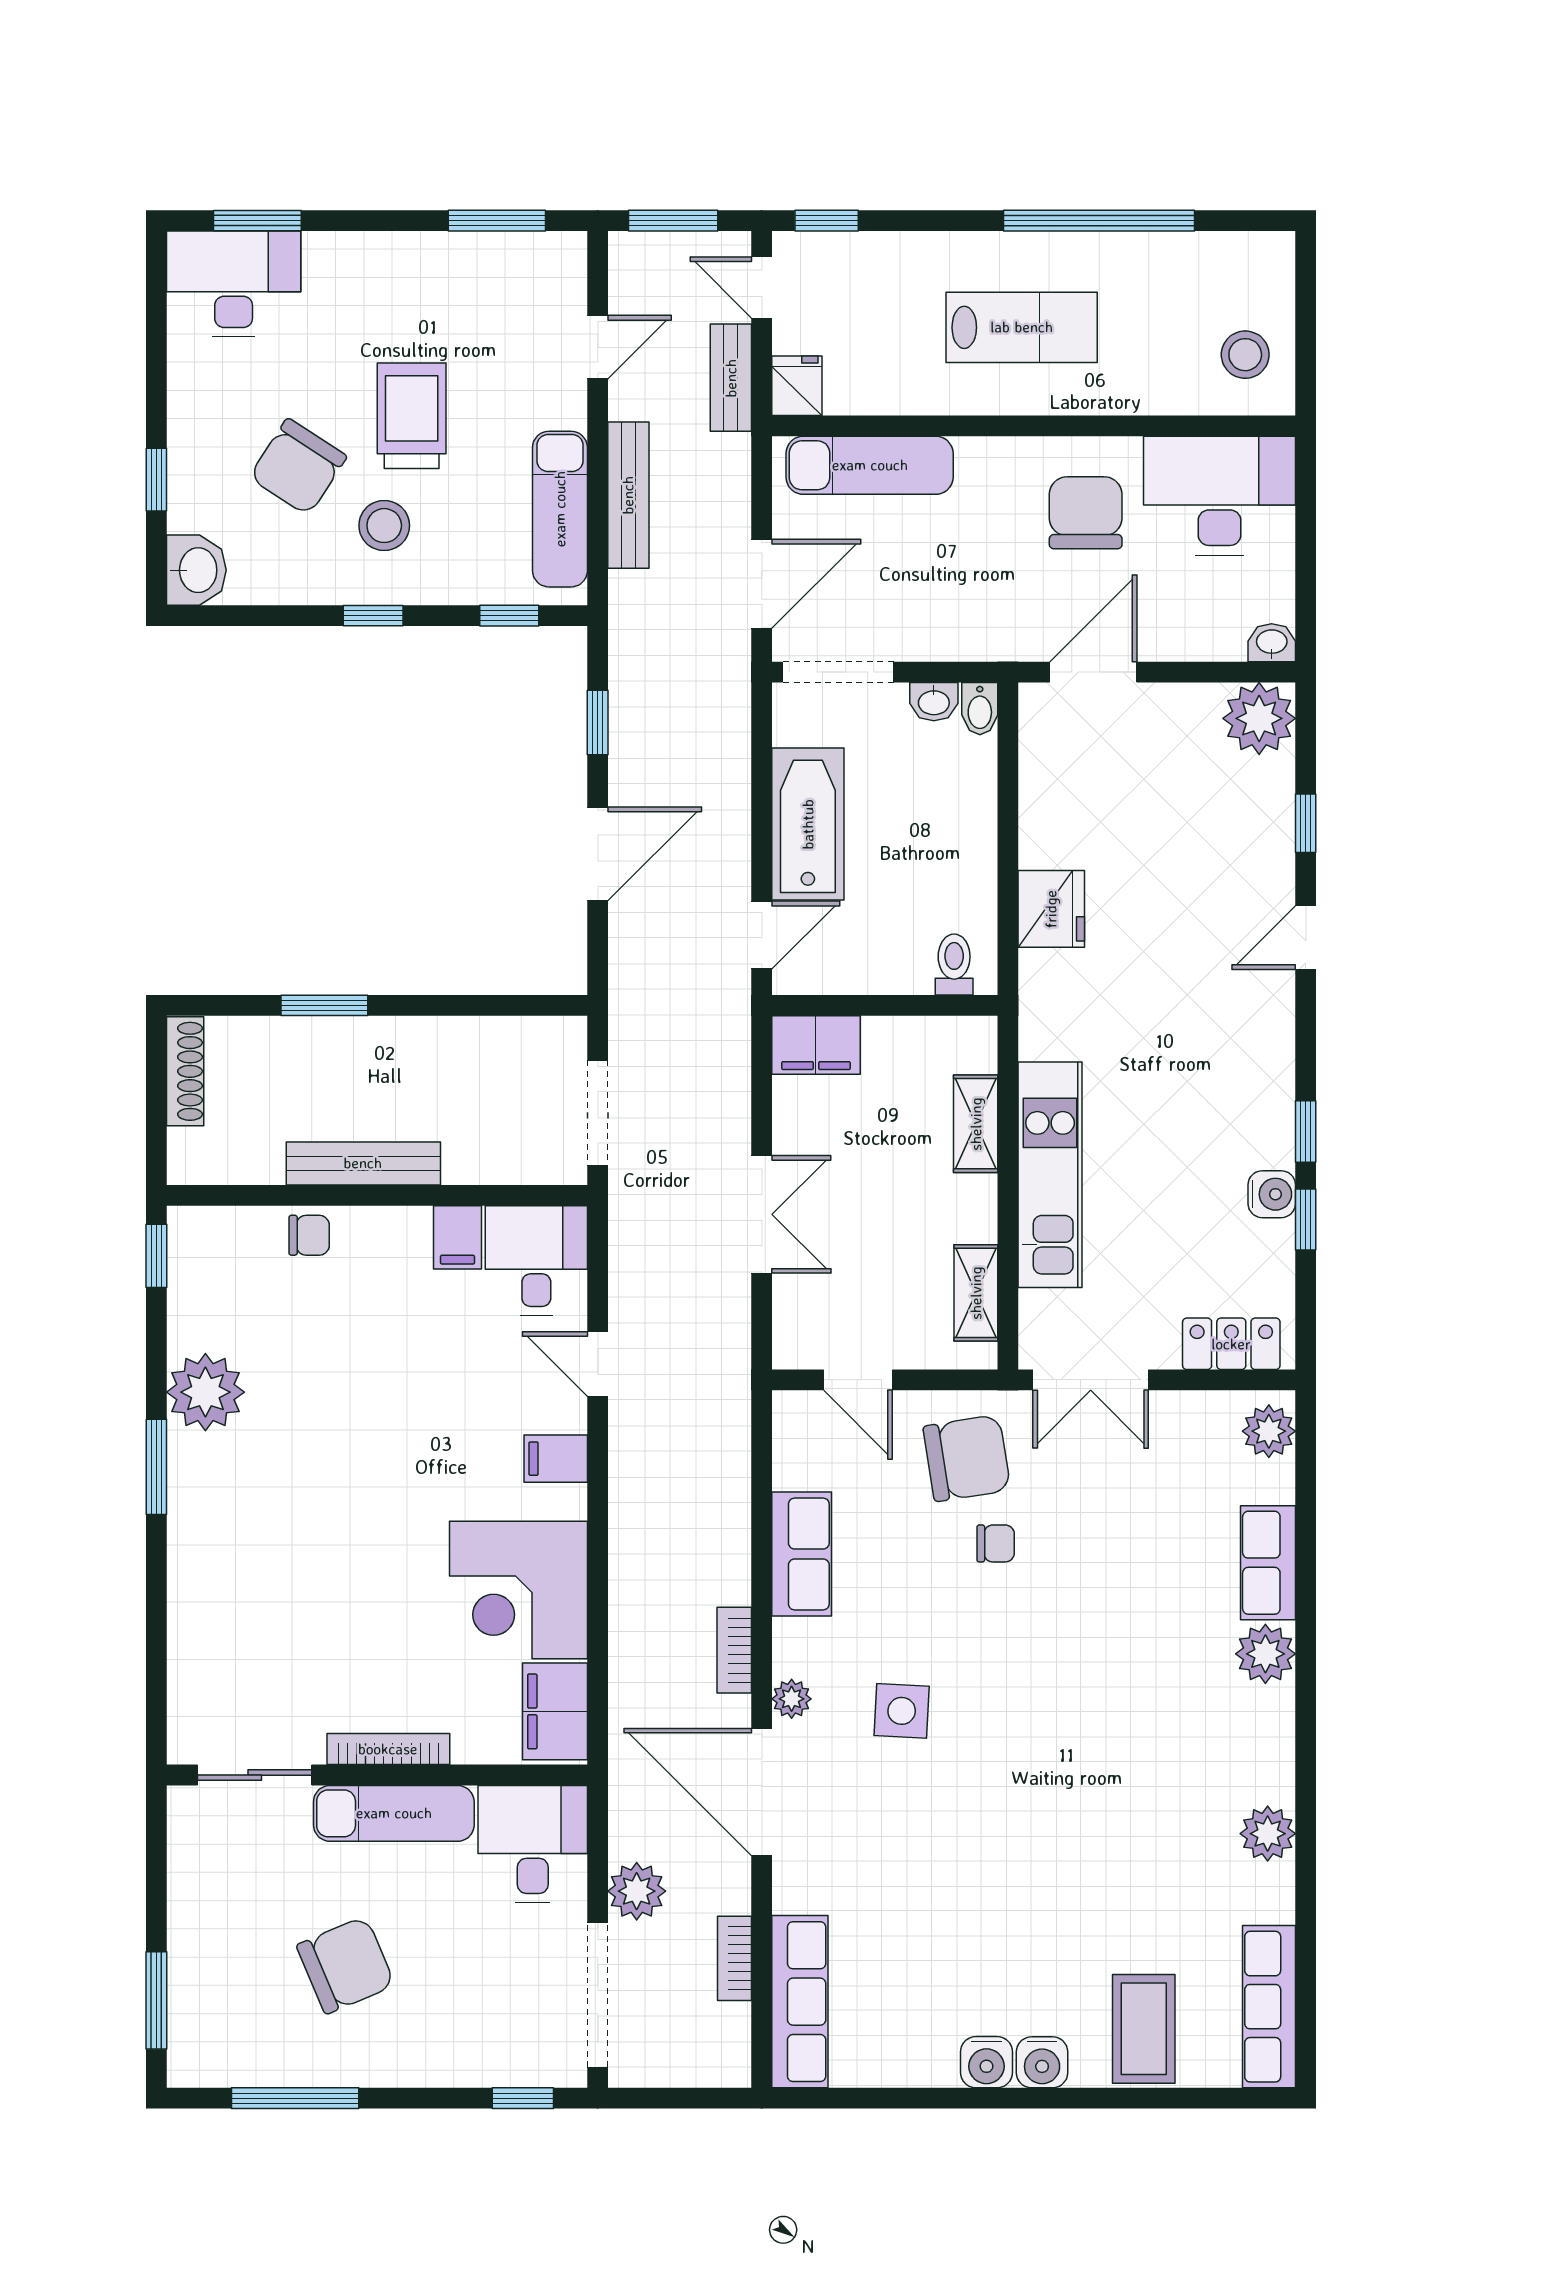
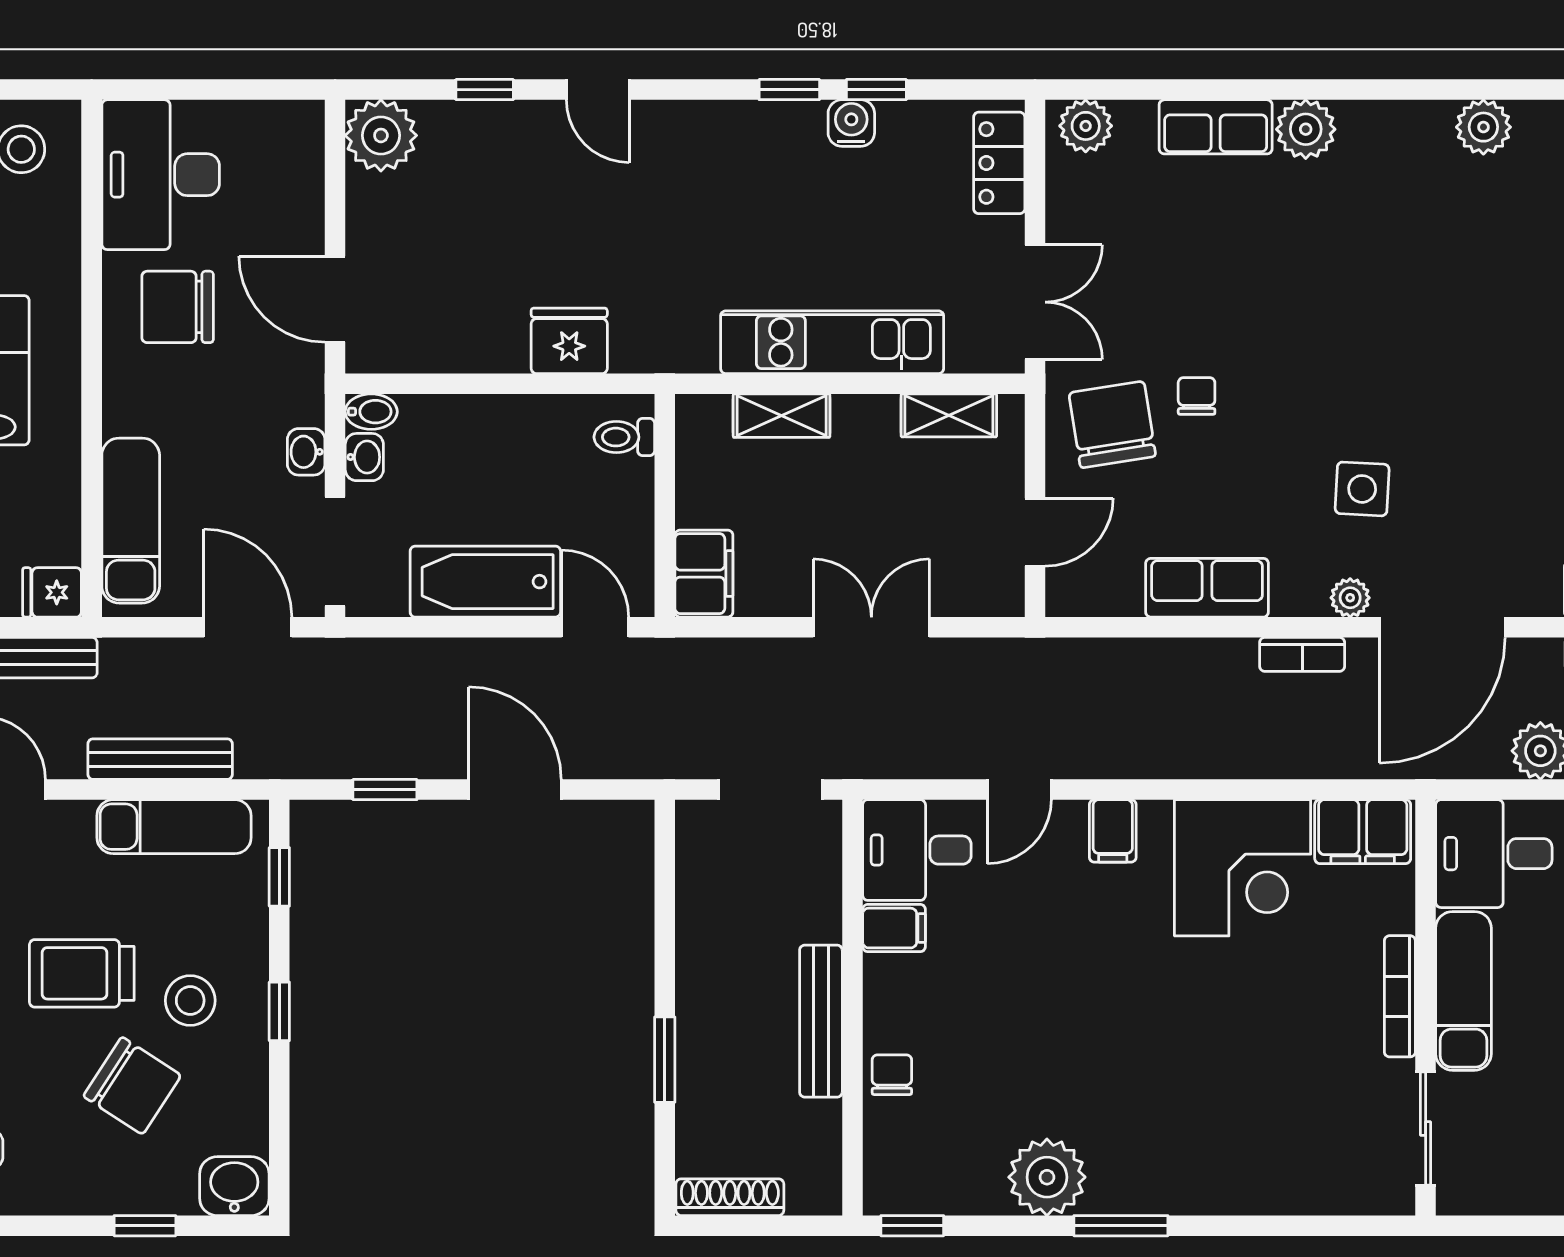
washbasin: (1272, 643) -> (306, 452), moved

